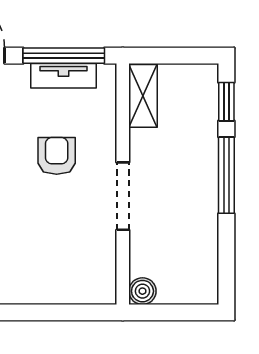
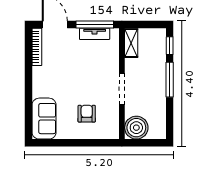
armchair: (57, 156) -> (87, 114), moved
boiler: (142, 291) -> (136, 128), width x1.86, depth x1.86

